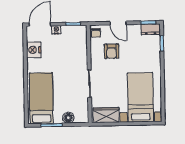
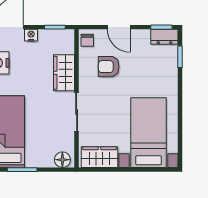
armchair: (112, 51) -> (109, 67), turned 90
wardrobe: (80, 56) -> (64, 73), added
floor lamp: (68, 118) -> (62, 160), moved

